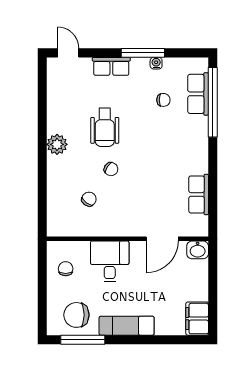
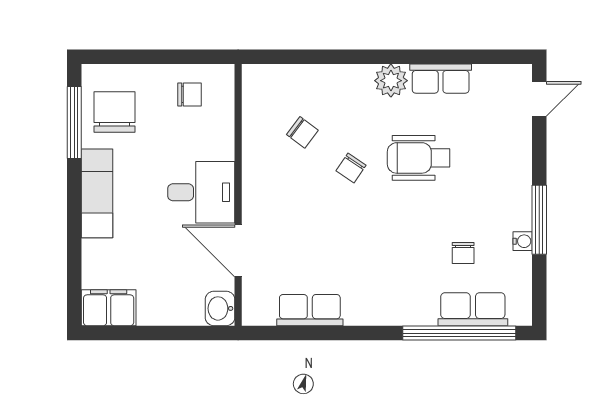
row of seats: (111, 66) -> (441, 79), moved, turned -90
desk: (110, 261) -> (201, 192), moved

